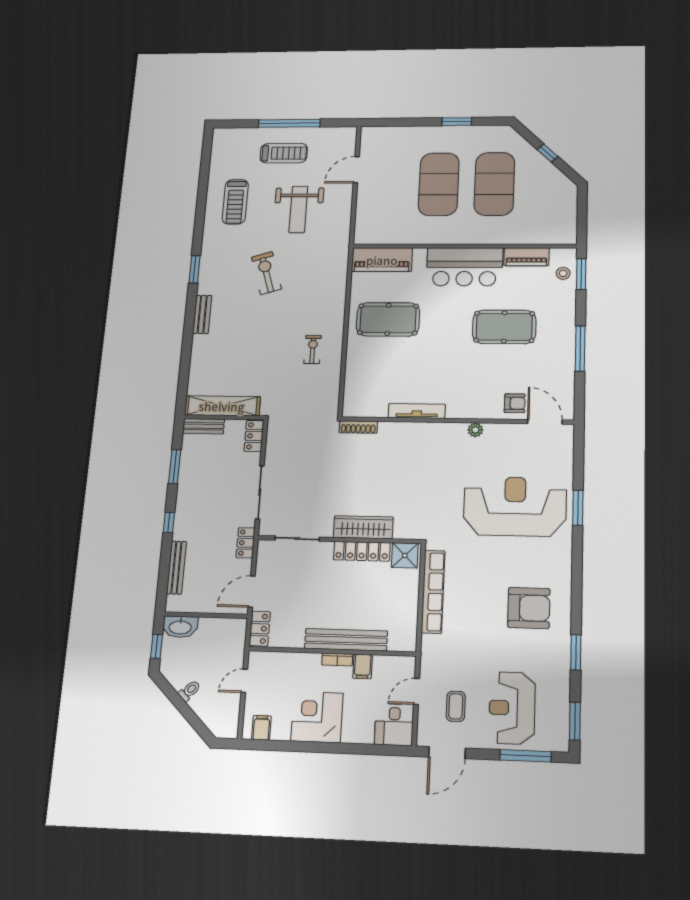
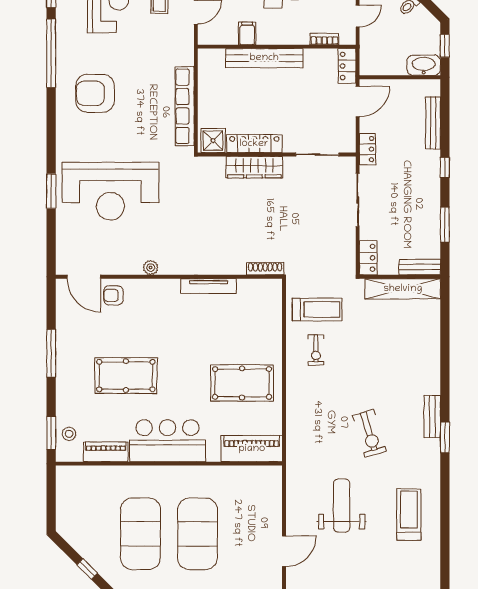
treadmill: (284, 153) -> (317, 309), moved, turned 180
bench: (202, 314) -> (432, 417), moved
window: (576, 652) -> (51, 53), width x2.11
bookcase: (337, 659) -> (324, 39), moved

